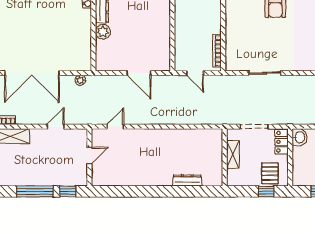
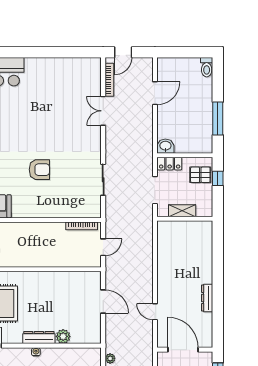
door: (139, 73) -> (103, 302), hinge flipped
door: (115, 127) -> (155, 312), moved
door: (89, 155) -> (183, 350), width x1.87
dresser: (187, 180) -> (207, 298), moved

